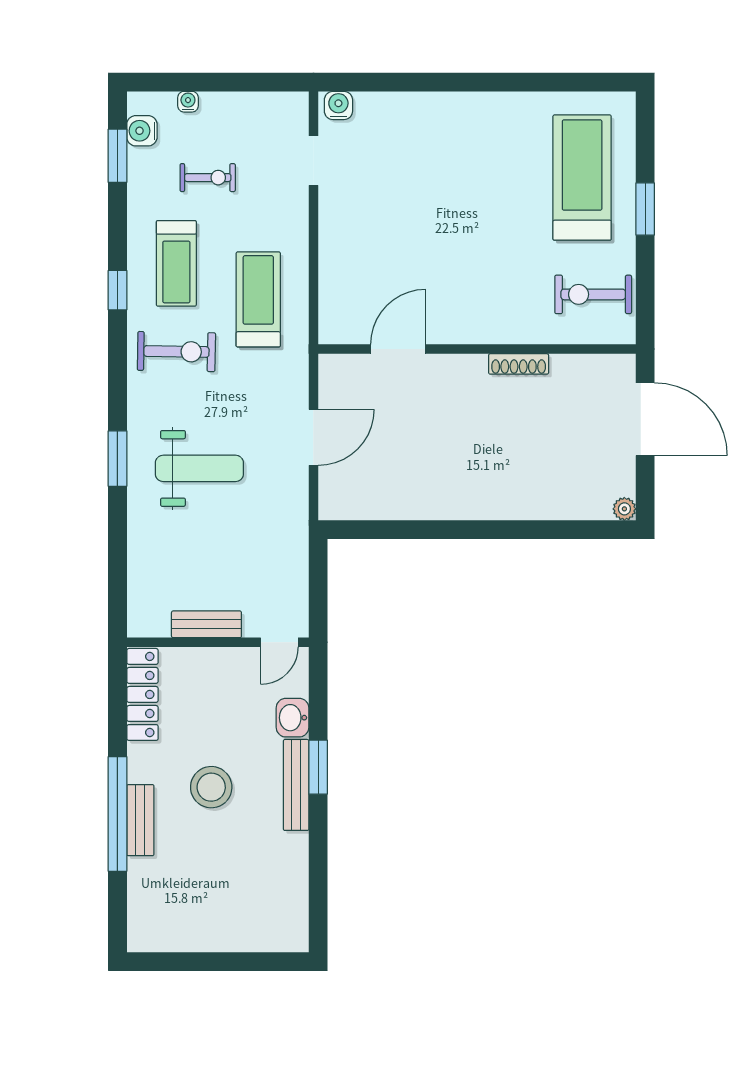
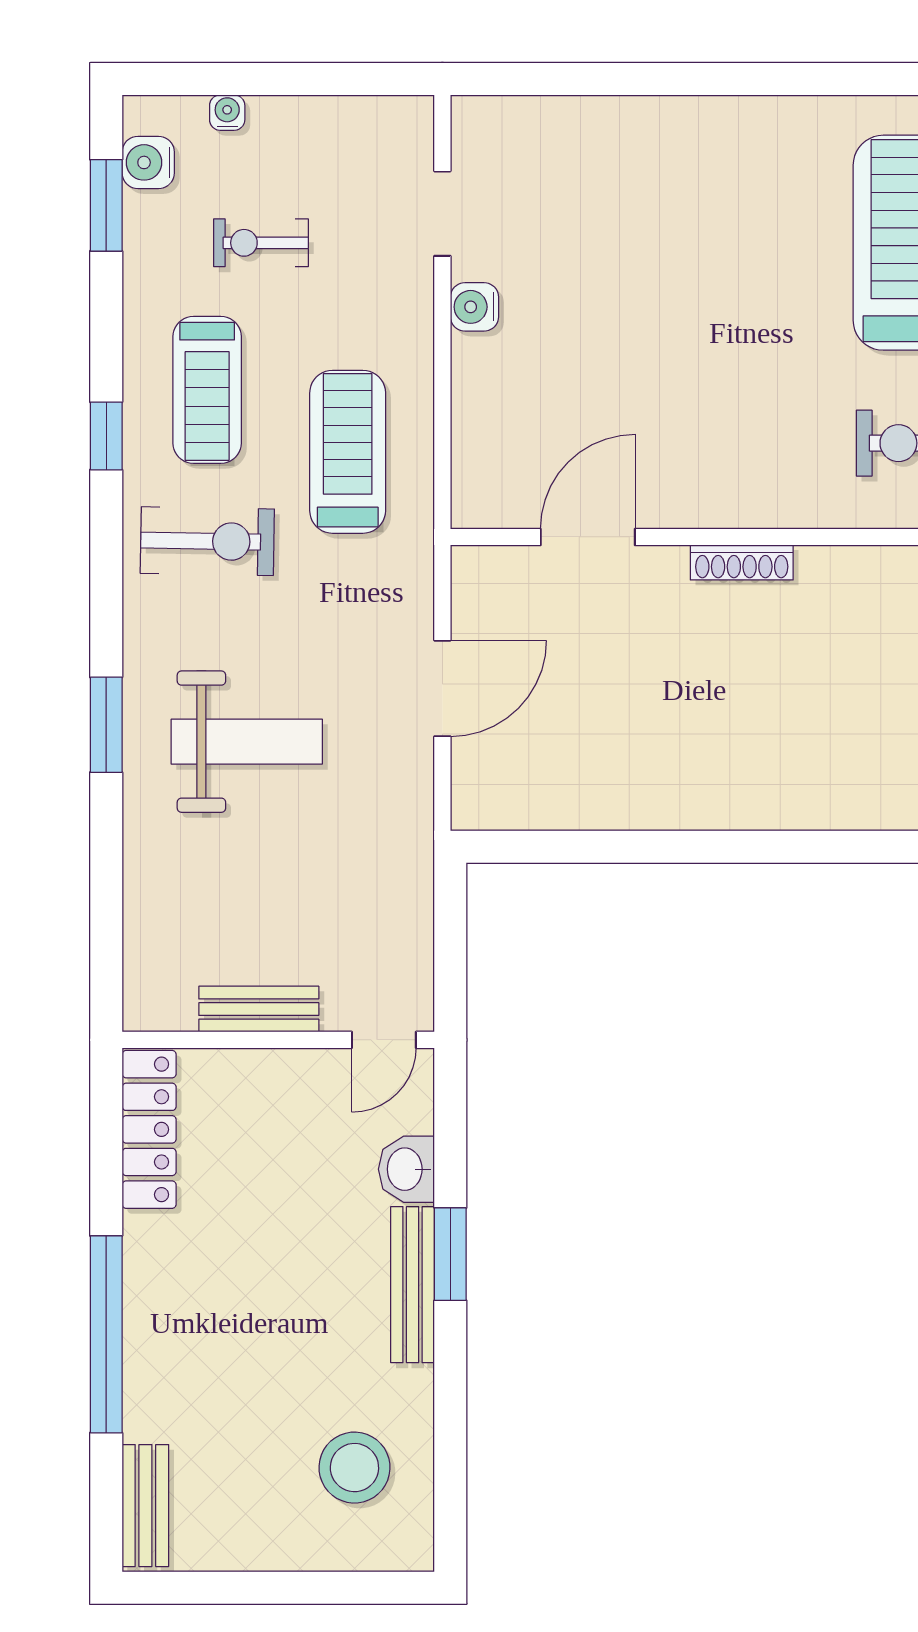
water cooler: (338, 105) -> (474, 307), moved, turned -90
exercise bike: (208, 178) -> (261, 243), turned 180
shoe rack: (519, 364) -> (742, 562), moved
stool: (211, 787) -> (354, 1468), moved
bench: (140, 820) -> (145, 1506), moved

